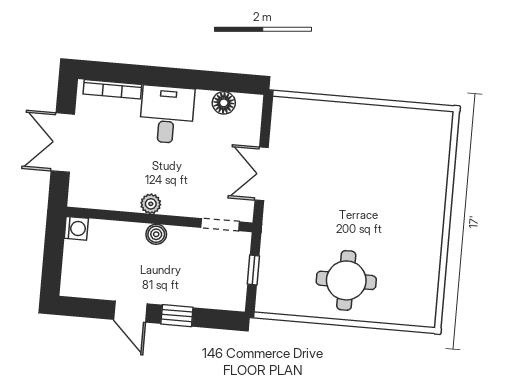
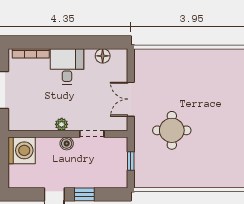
doorway: (220, 225) -> (92, 134), moved
washing machine: (76, 228) -> (22, 150), width x1.89, depth x1.89
round table: (346, 280) -> (172, 130), moved

